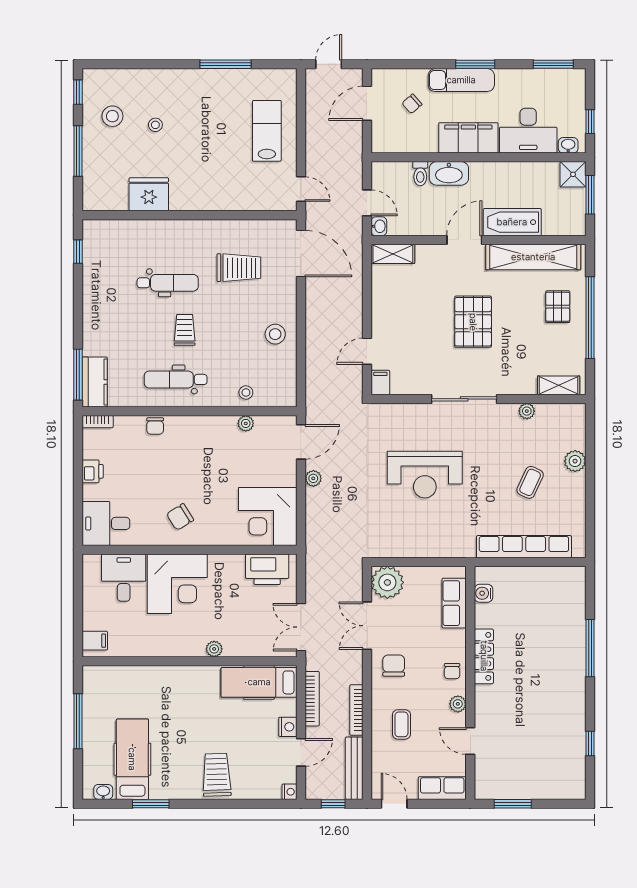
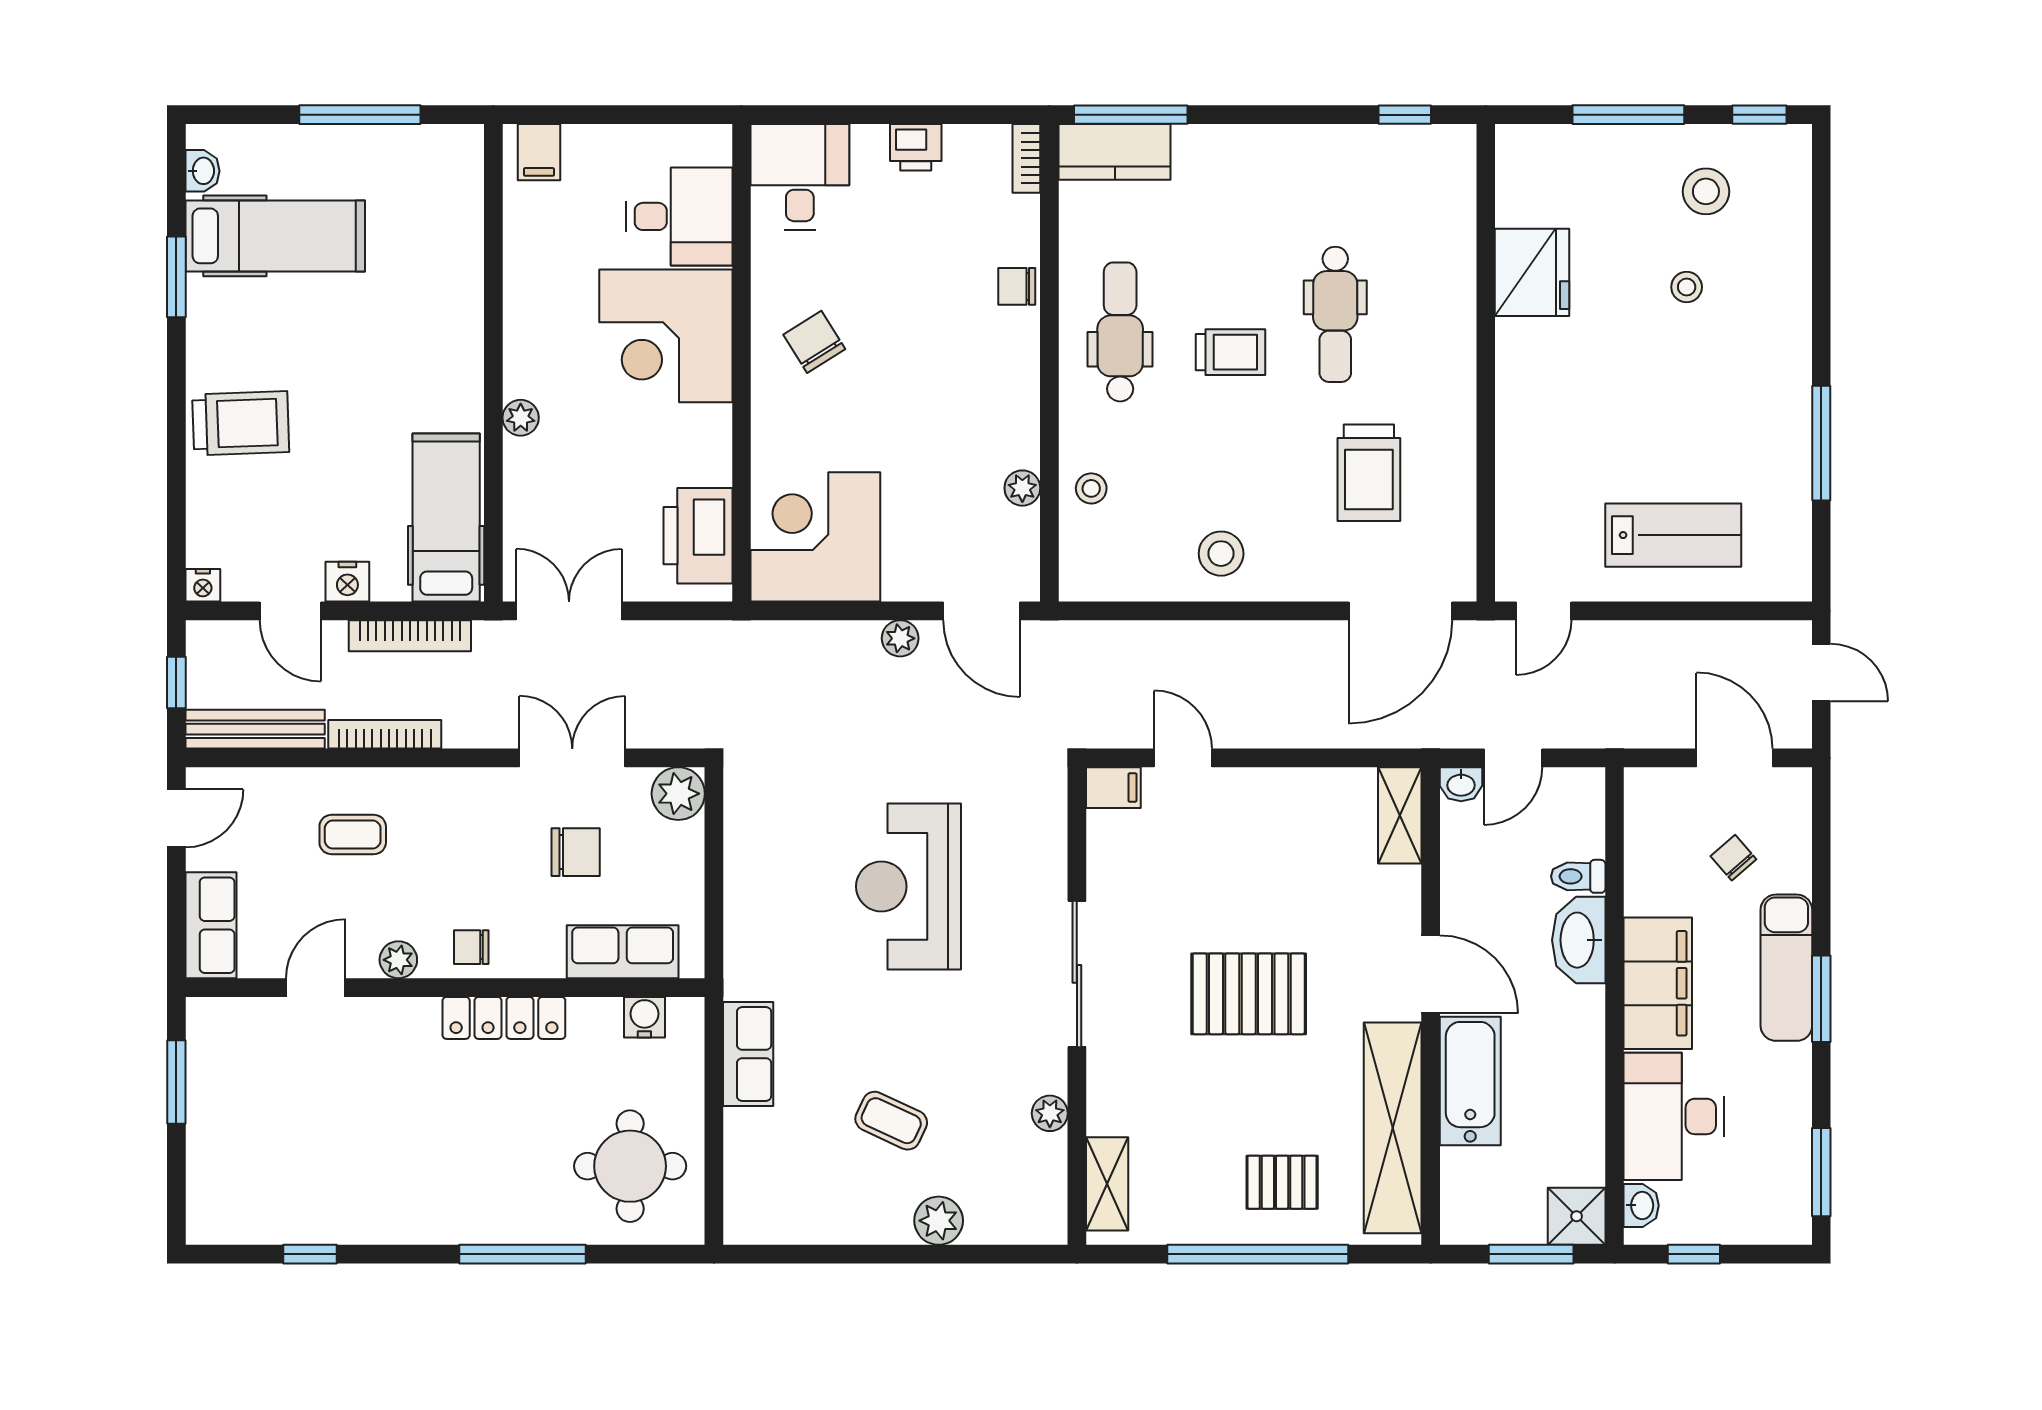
row of seats: (524, 547) -> (748, 1054), width x0.50
plant: (387, 582) -> (678, 794), width x0.73, depth x0.73
round table: (551, 600) -> (630, 1166), added
chair: (394, 666) -> (576, 852), moved

